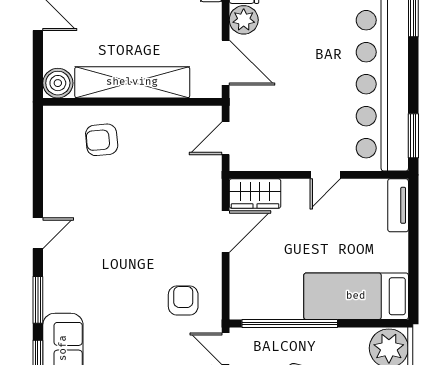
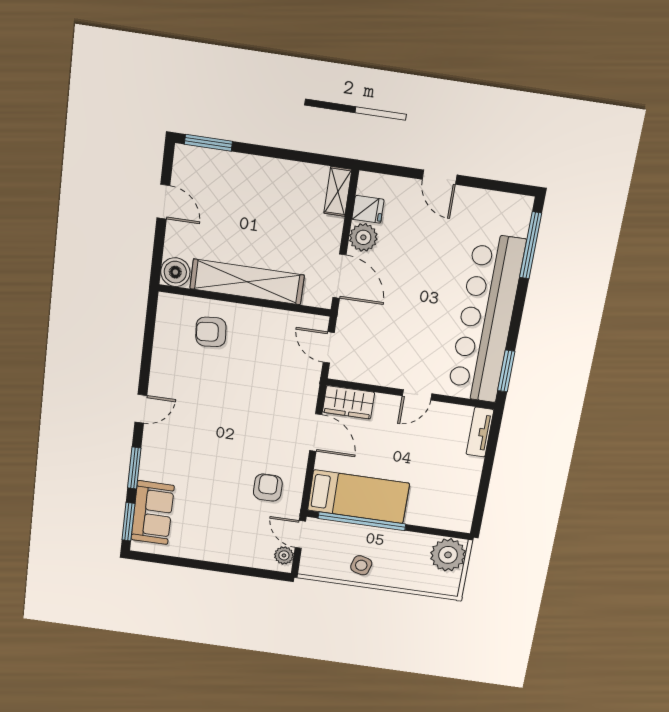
door: (226, 138) -> (329, 348), hinge flipped
door: (226, 232) -> (316, 433), hinge flipped
bed: (356, 296) -> (358, 497), moved, turned 180

